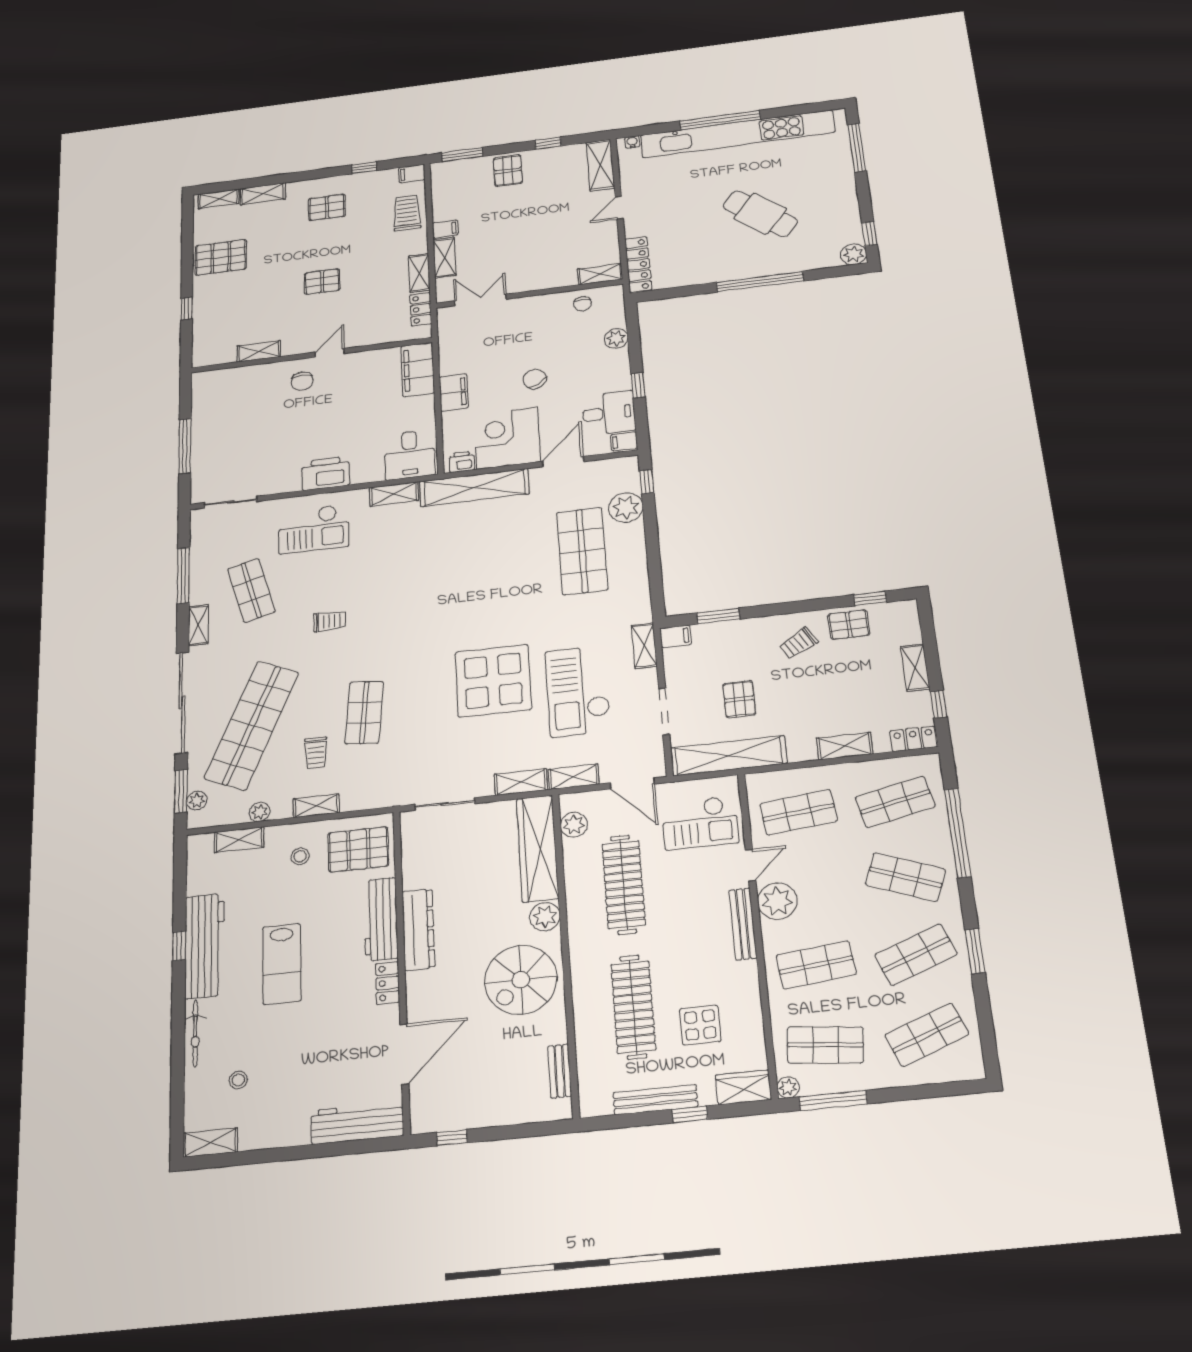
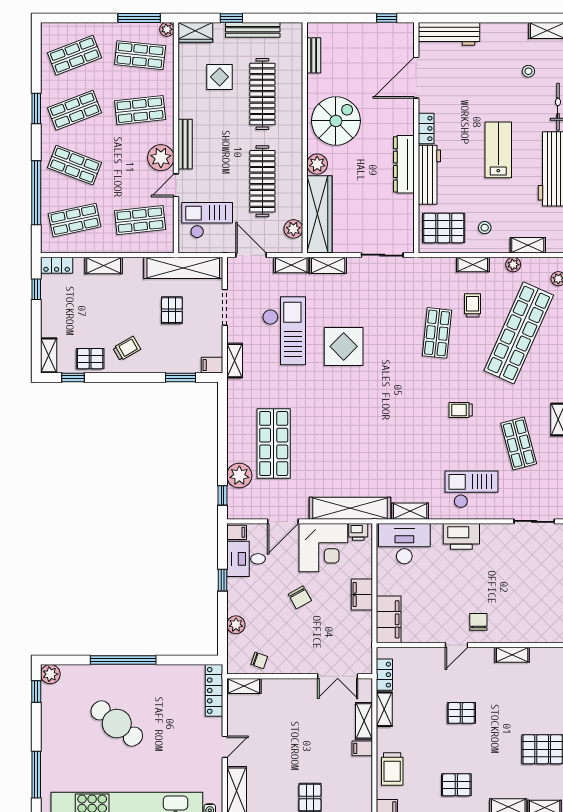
chair: (582, 304) -> (259, 660), turned 109
desk: (410, 455) -> (404, 544), width x1.37
shelving: (915, 668) -> (49, 355), moved
display table: (493, 681) -> (344, 346), width x0.73, depth x0.73

